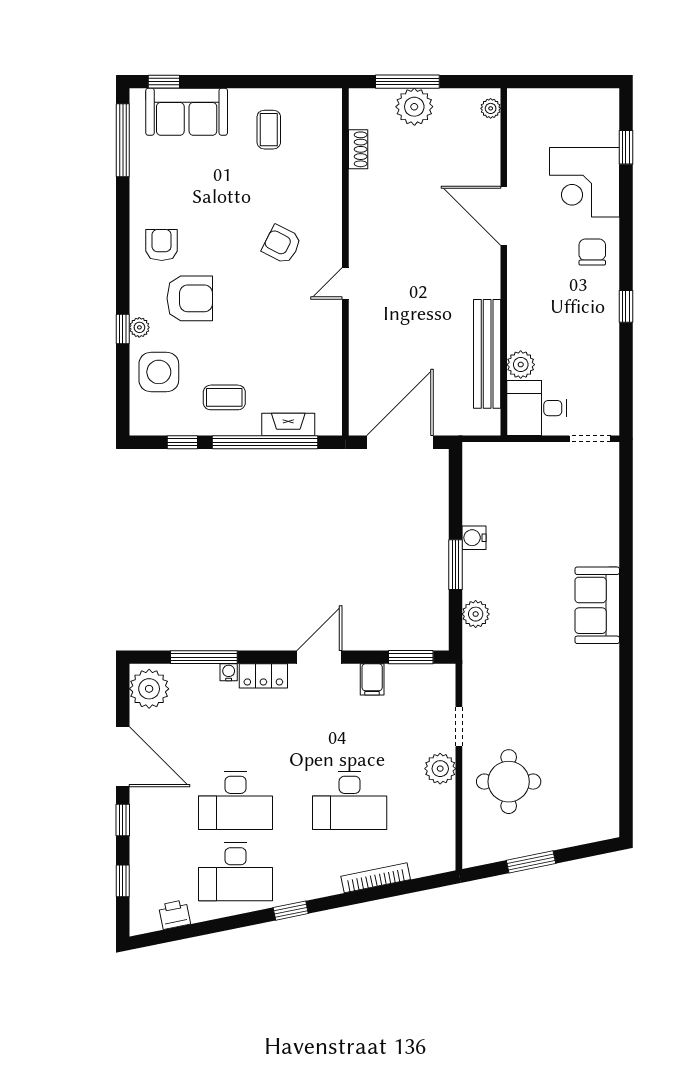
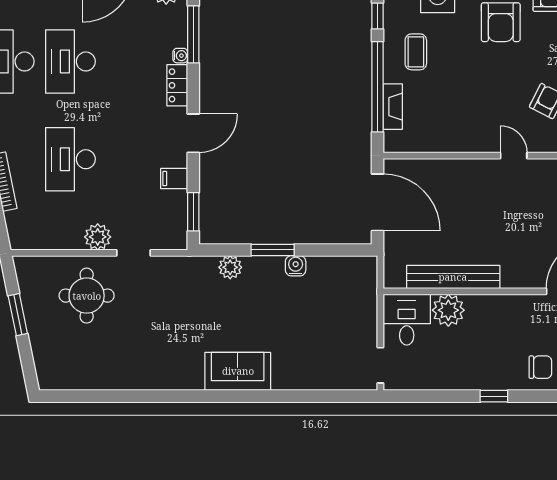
plant: (521, 365) -> (448, 310), width x1.36, depth x1.36
door: (319, 657) -> (193, 133), hinge flipped

